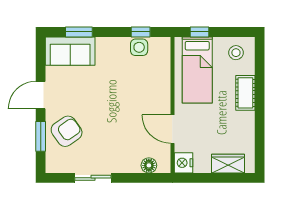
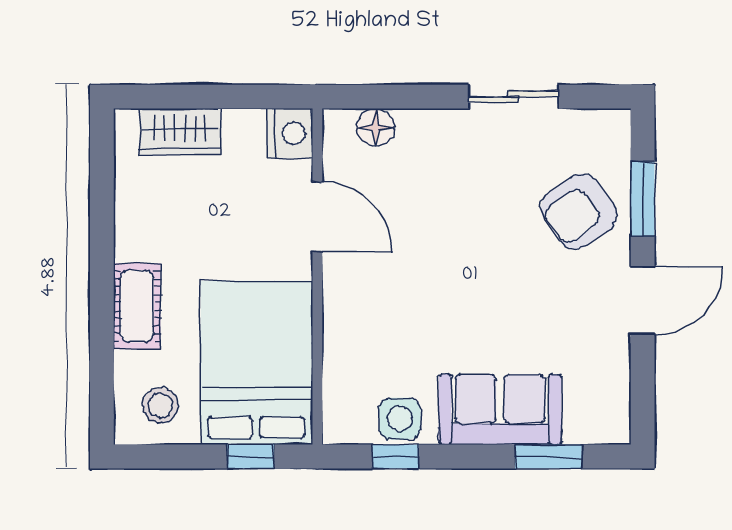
sofa: (70, 51) -> (500, 409), moved
bed: (197, 70) -> (256, 363), width x1.50

